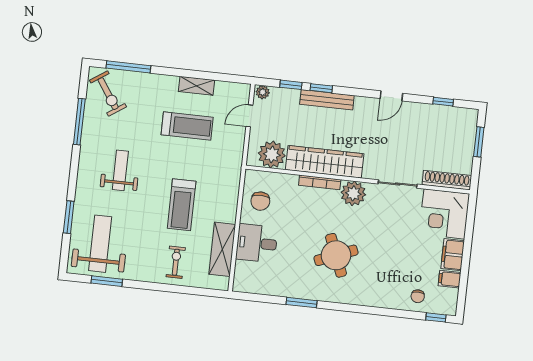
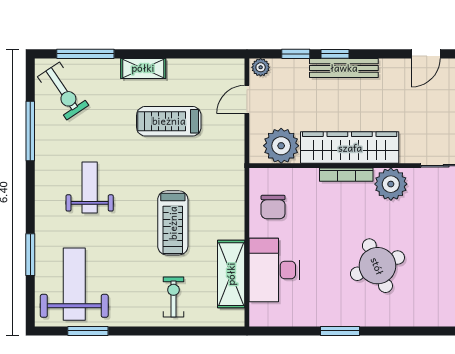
shelving: (197, 86) -> (143, 68), moved
treadmill: (187, 126) -> (169, 121), turned 180
desk: (257, 243) -> (274, 270), width x1.37

